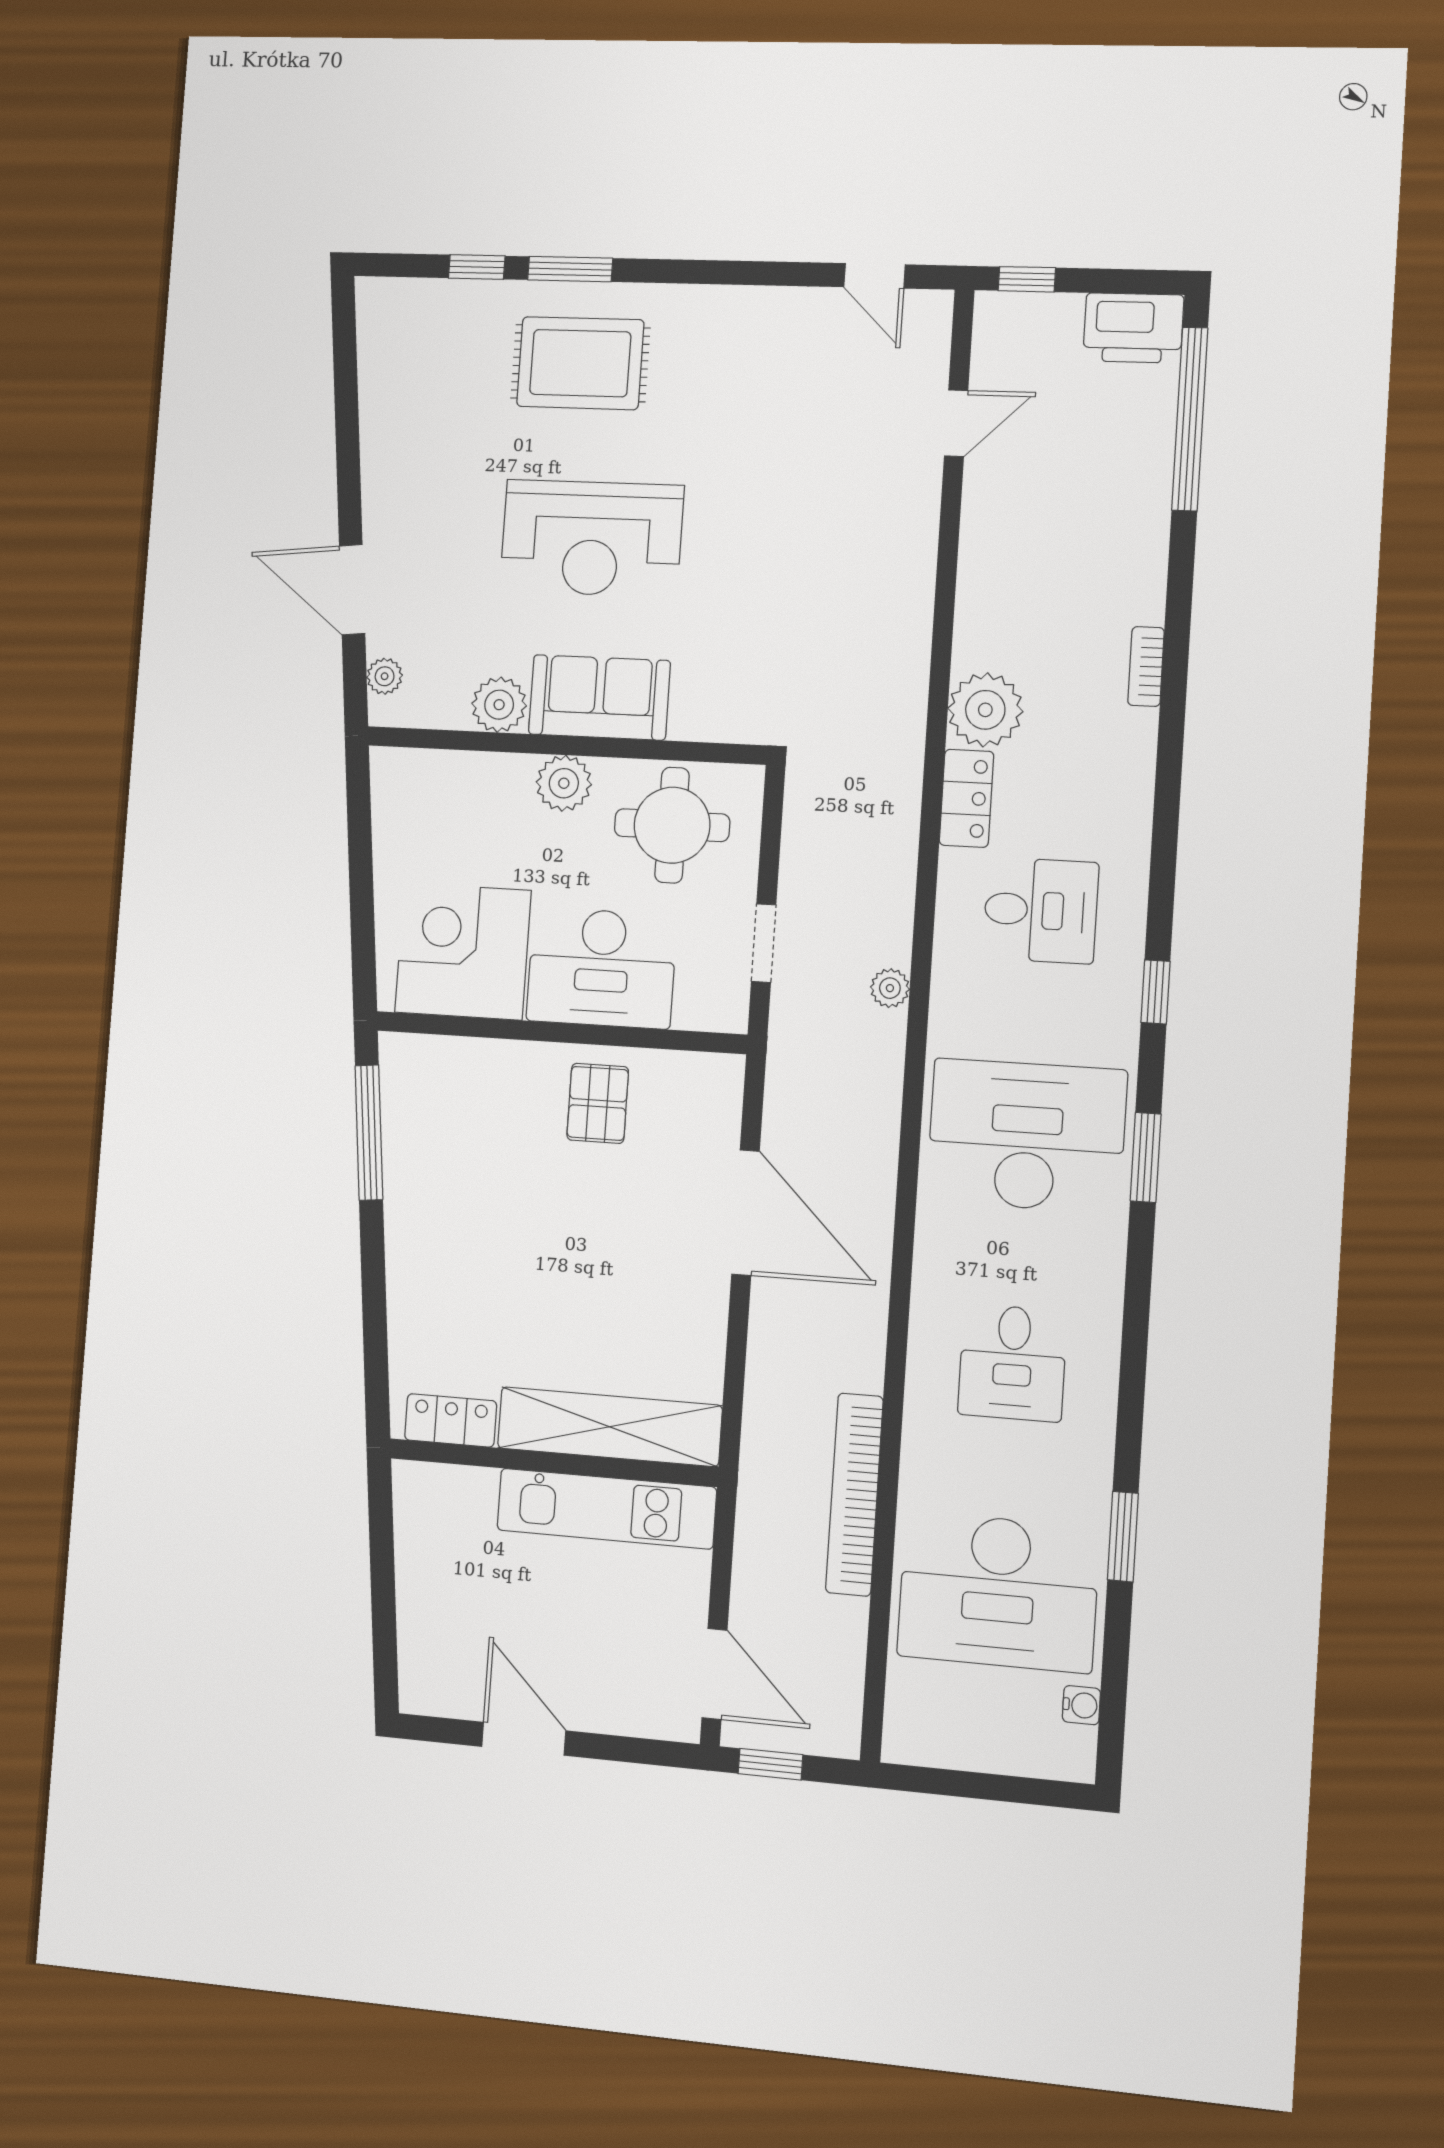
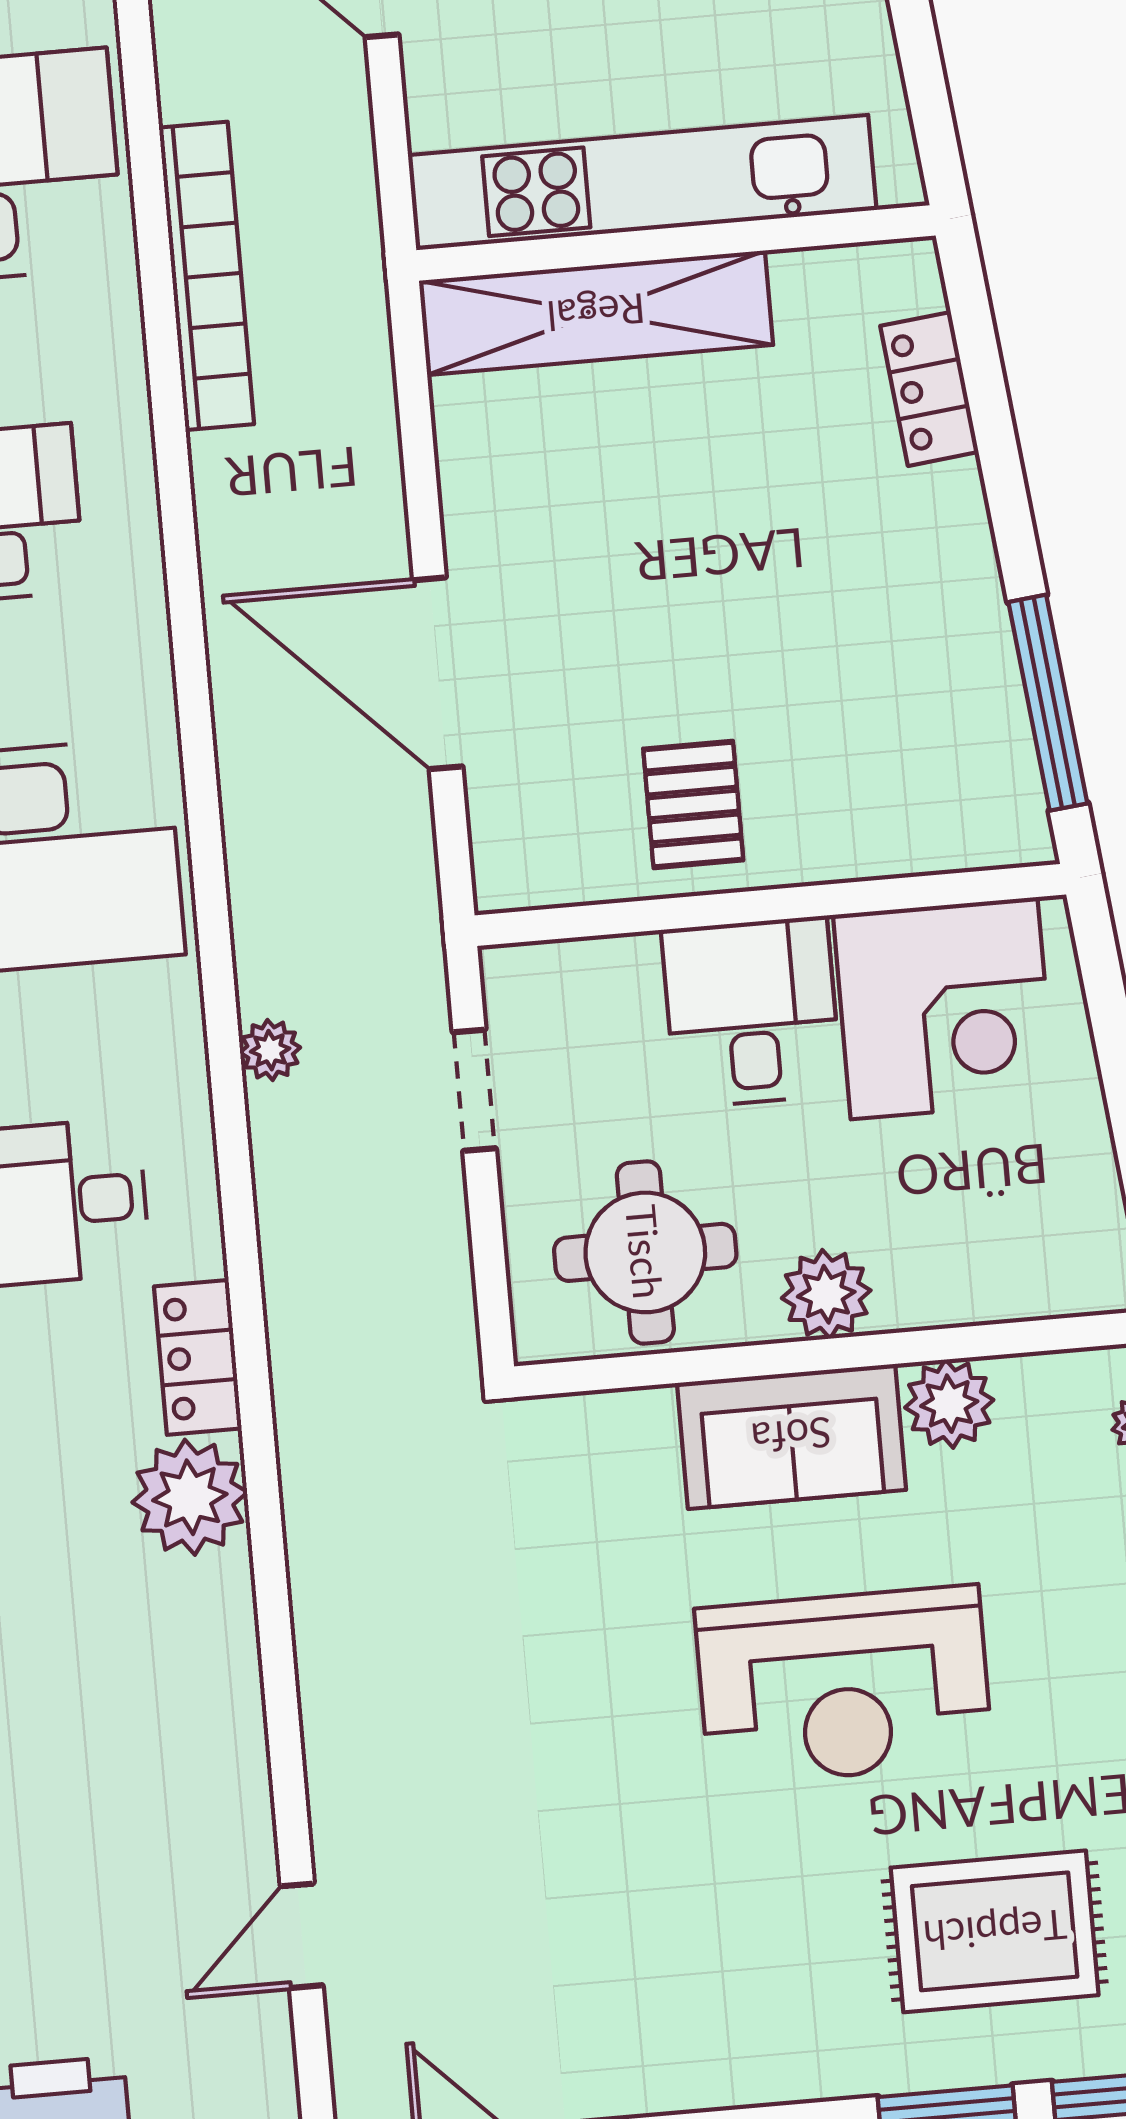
rug: (580, 363) -> (995, 1931), moved
reception desk: (592, 538) -> (844, 1686), turned 180
desk: (602, 968) -> (752, 1012), width x0.73
locker: (451, 1420) -> (929, 389), moved, turned 84
kitchen unit: (606, 1509) -> (642, 183), width x1.36

